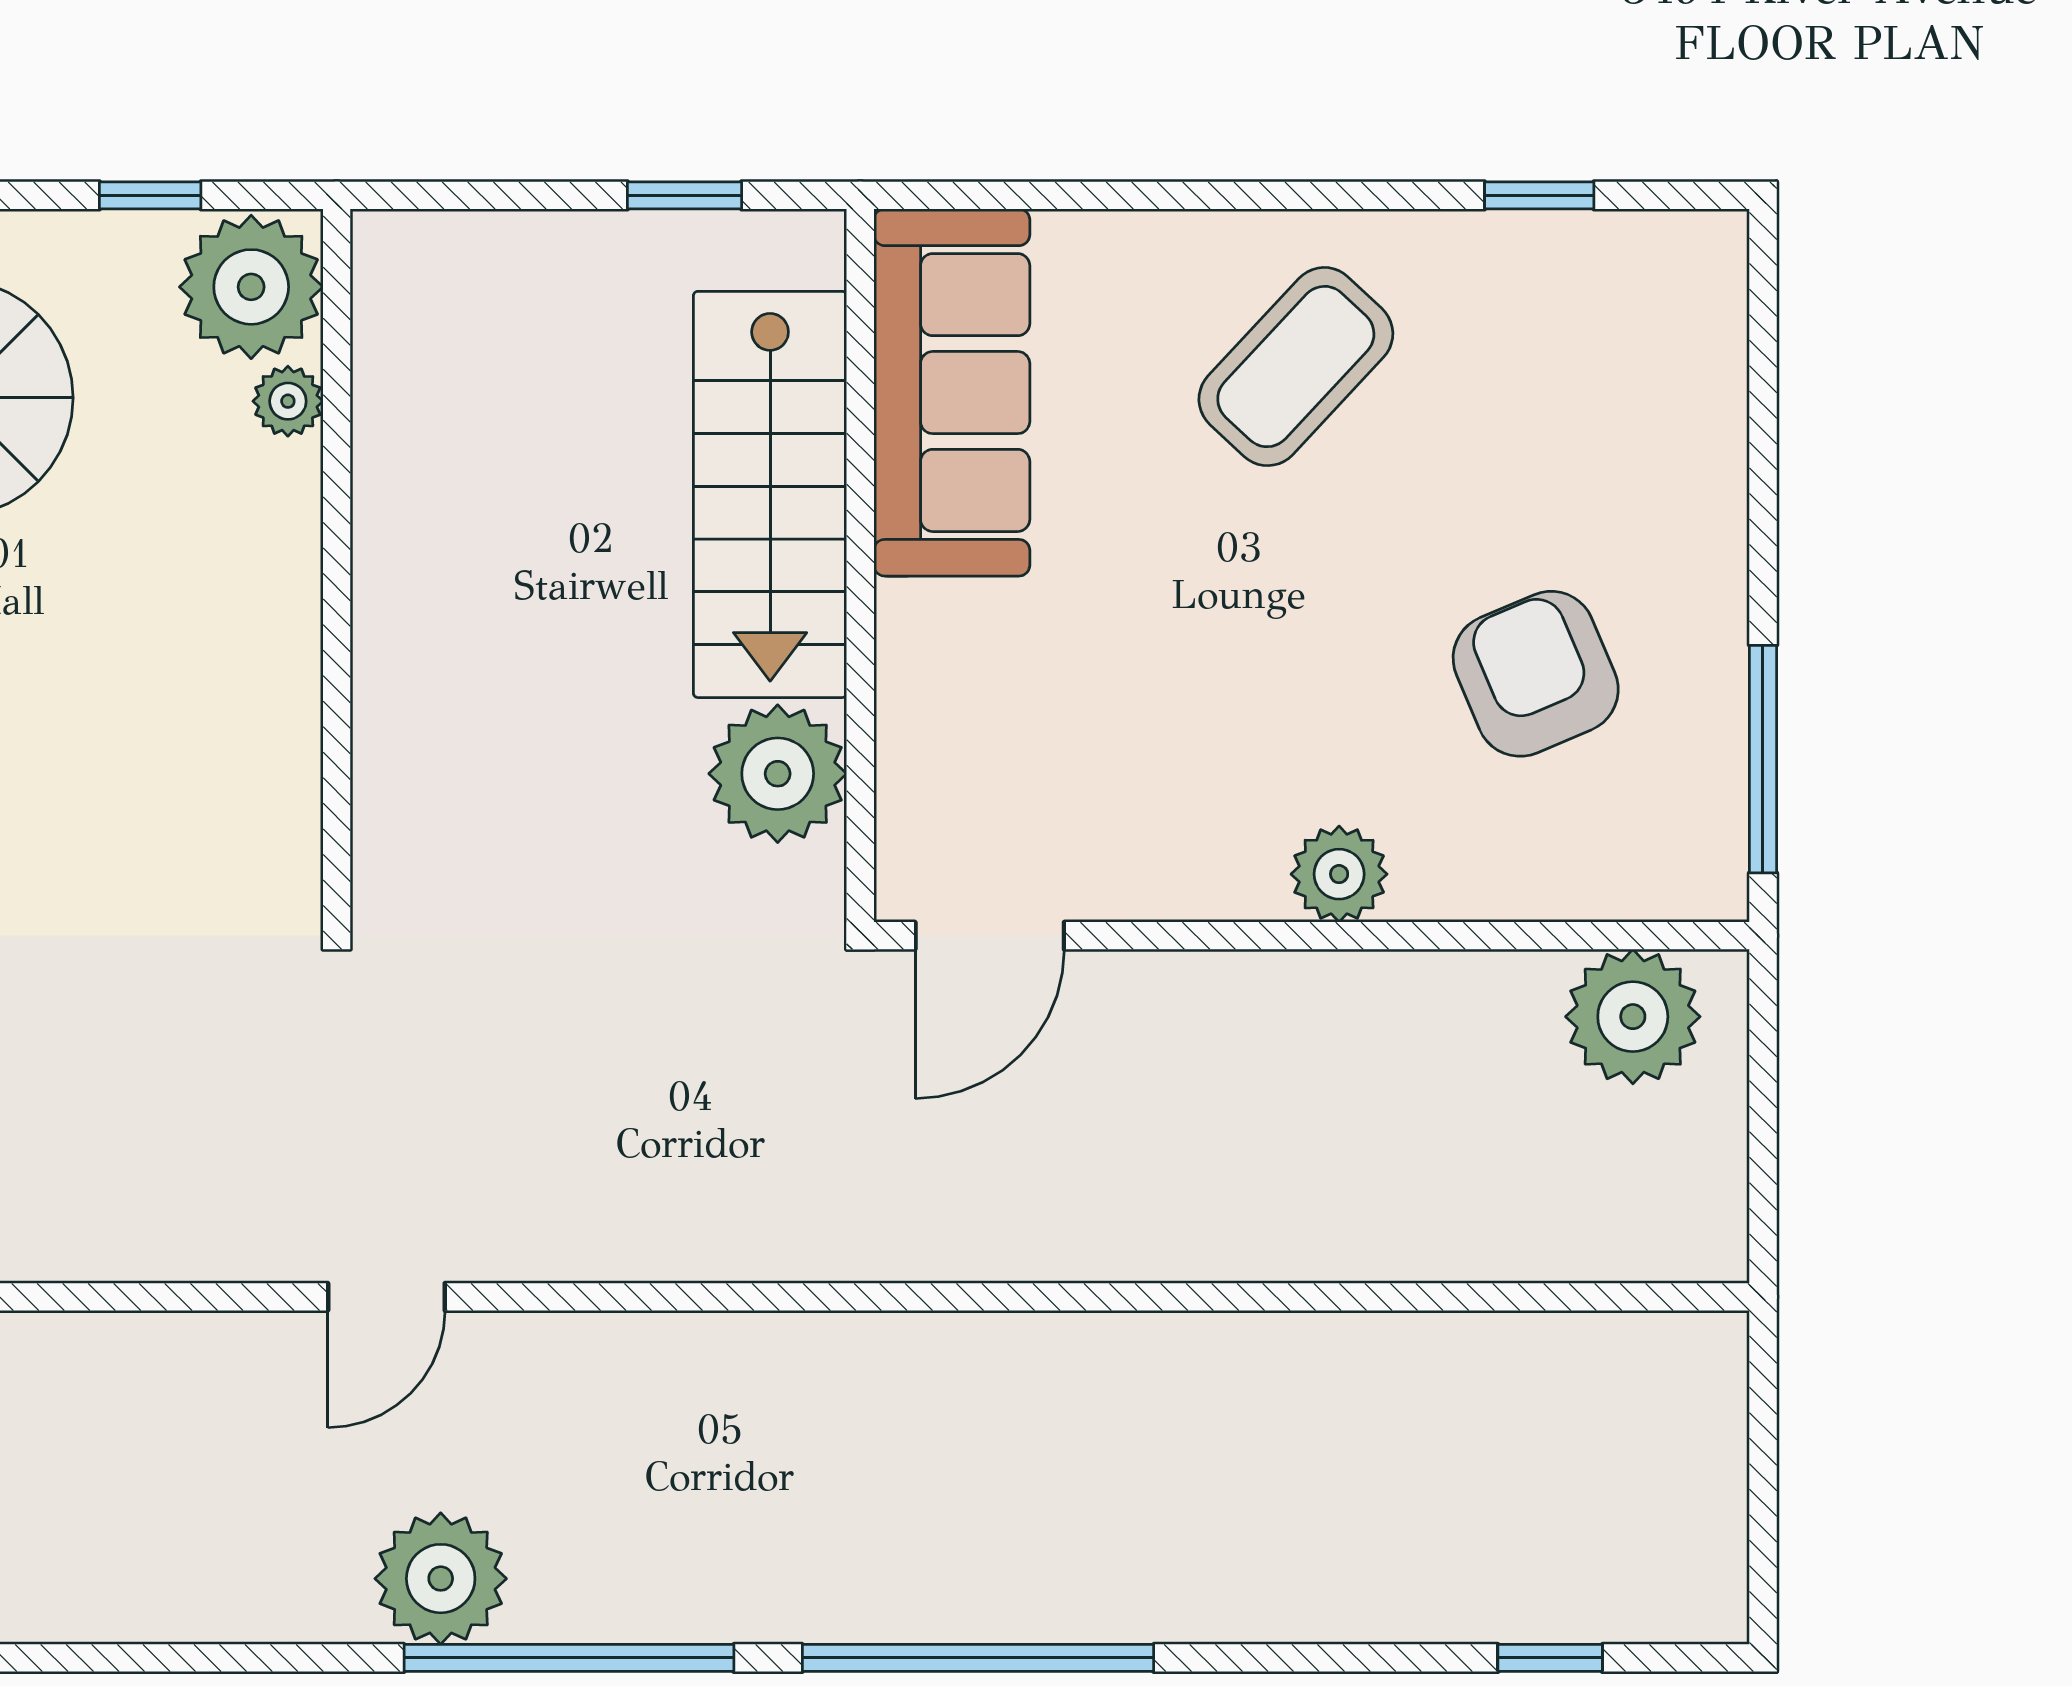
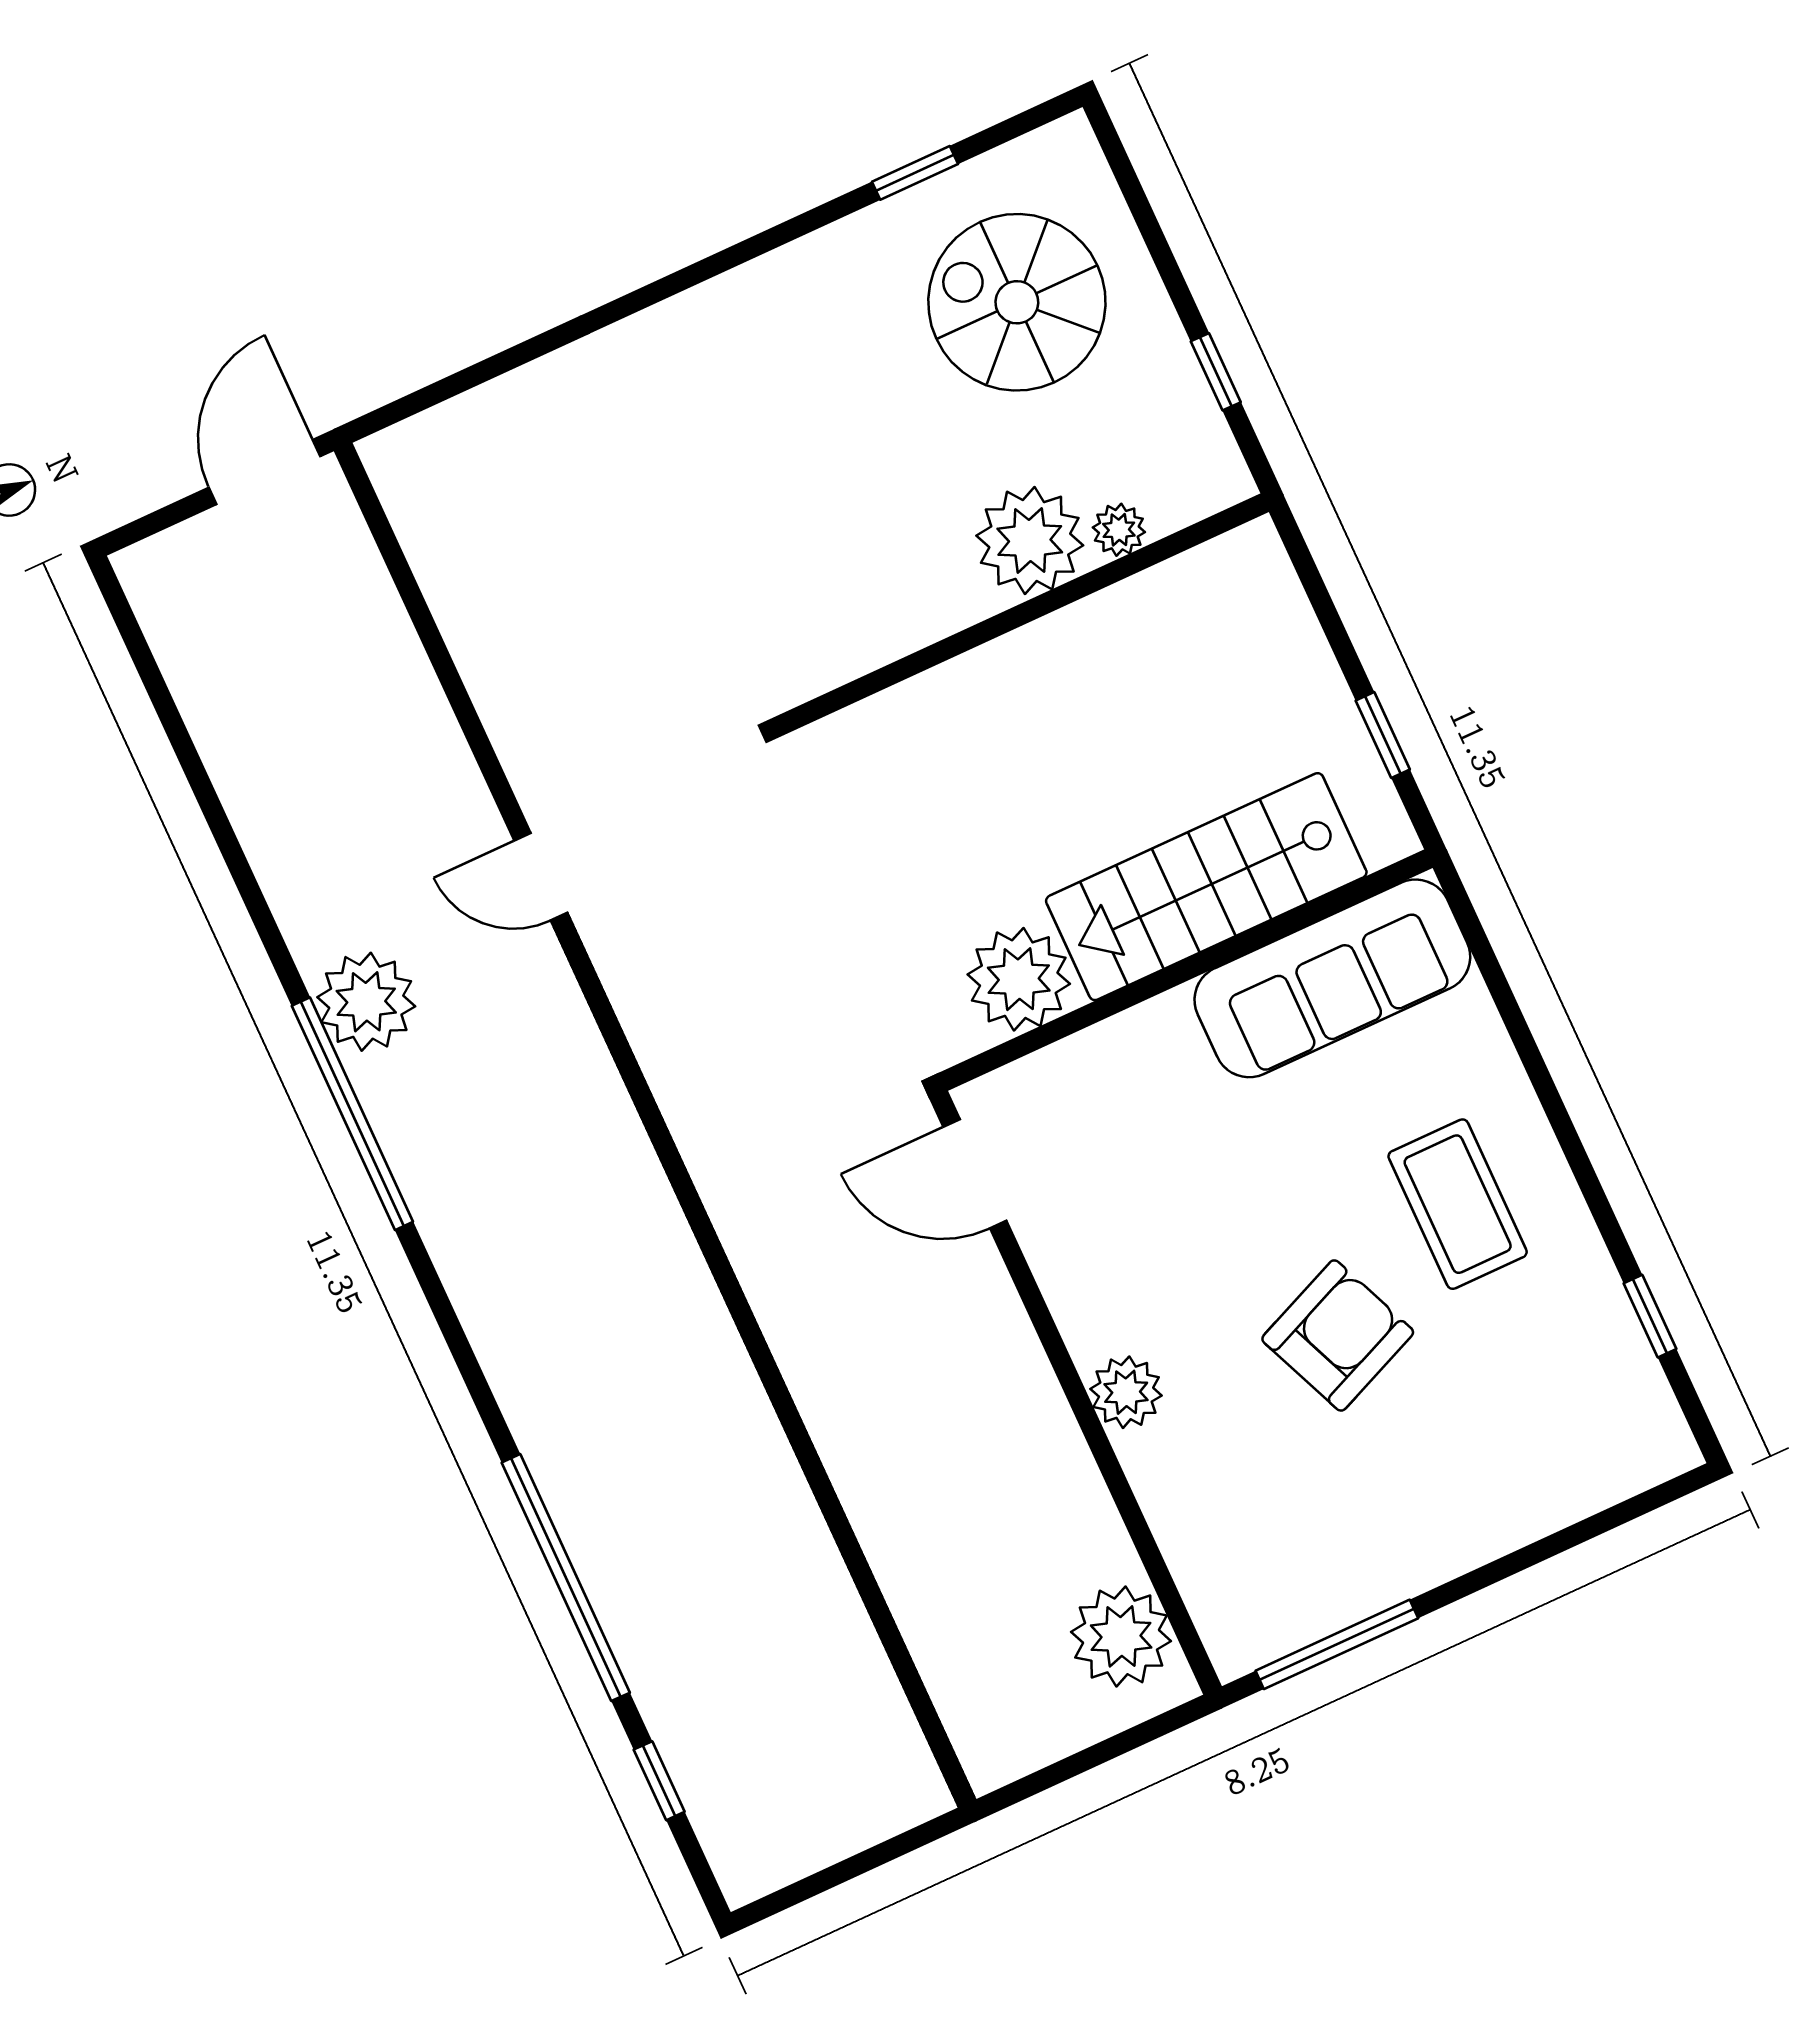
plant: (251, 287) -> (1030, 540), moved
coffee table: (1296, 367) -> (1458, 1204), turned 47
armchair: (1536, 674) -> (1338, 1335), moved
window: (978, 1658) -> (566, 1578), moved

